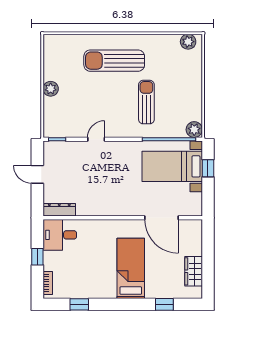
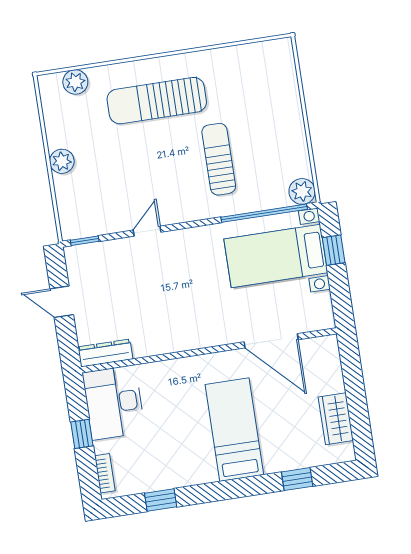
plant: (188, 42) -> (75, 82), moved
desk: (60, 235) -> (114, 402), width x1.37

